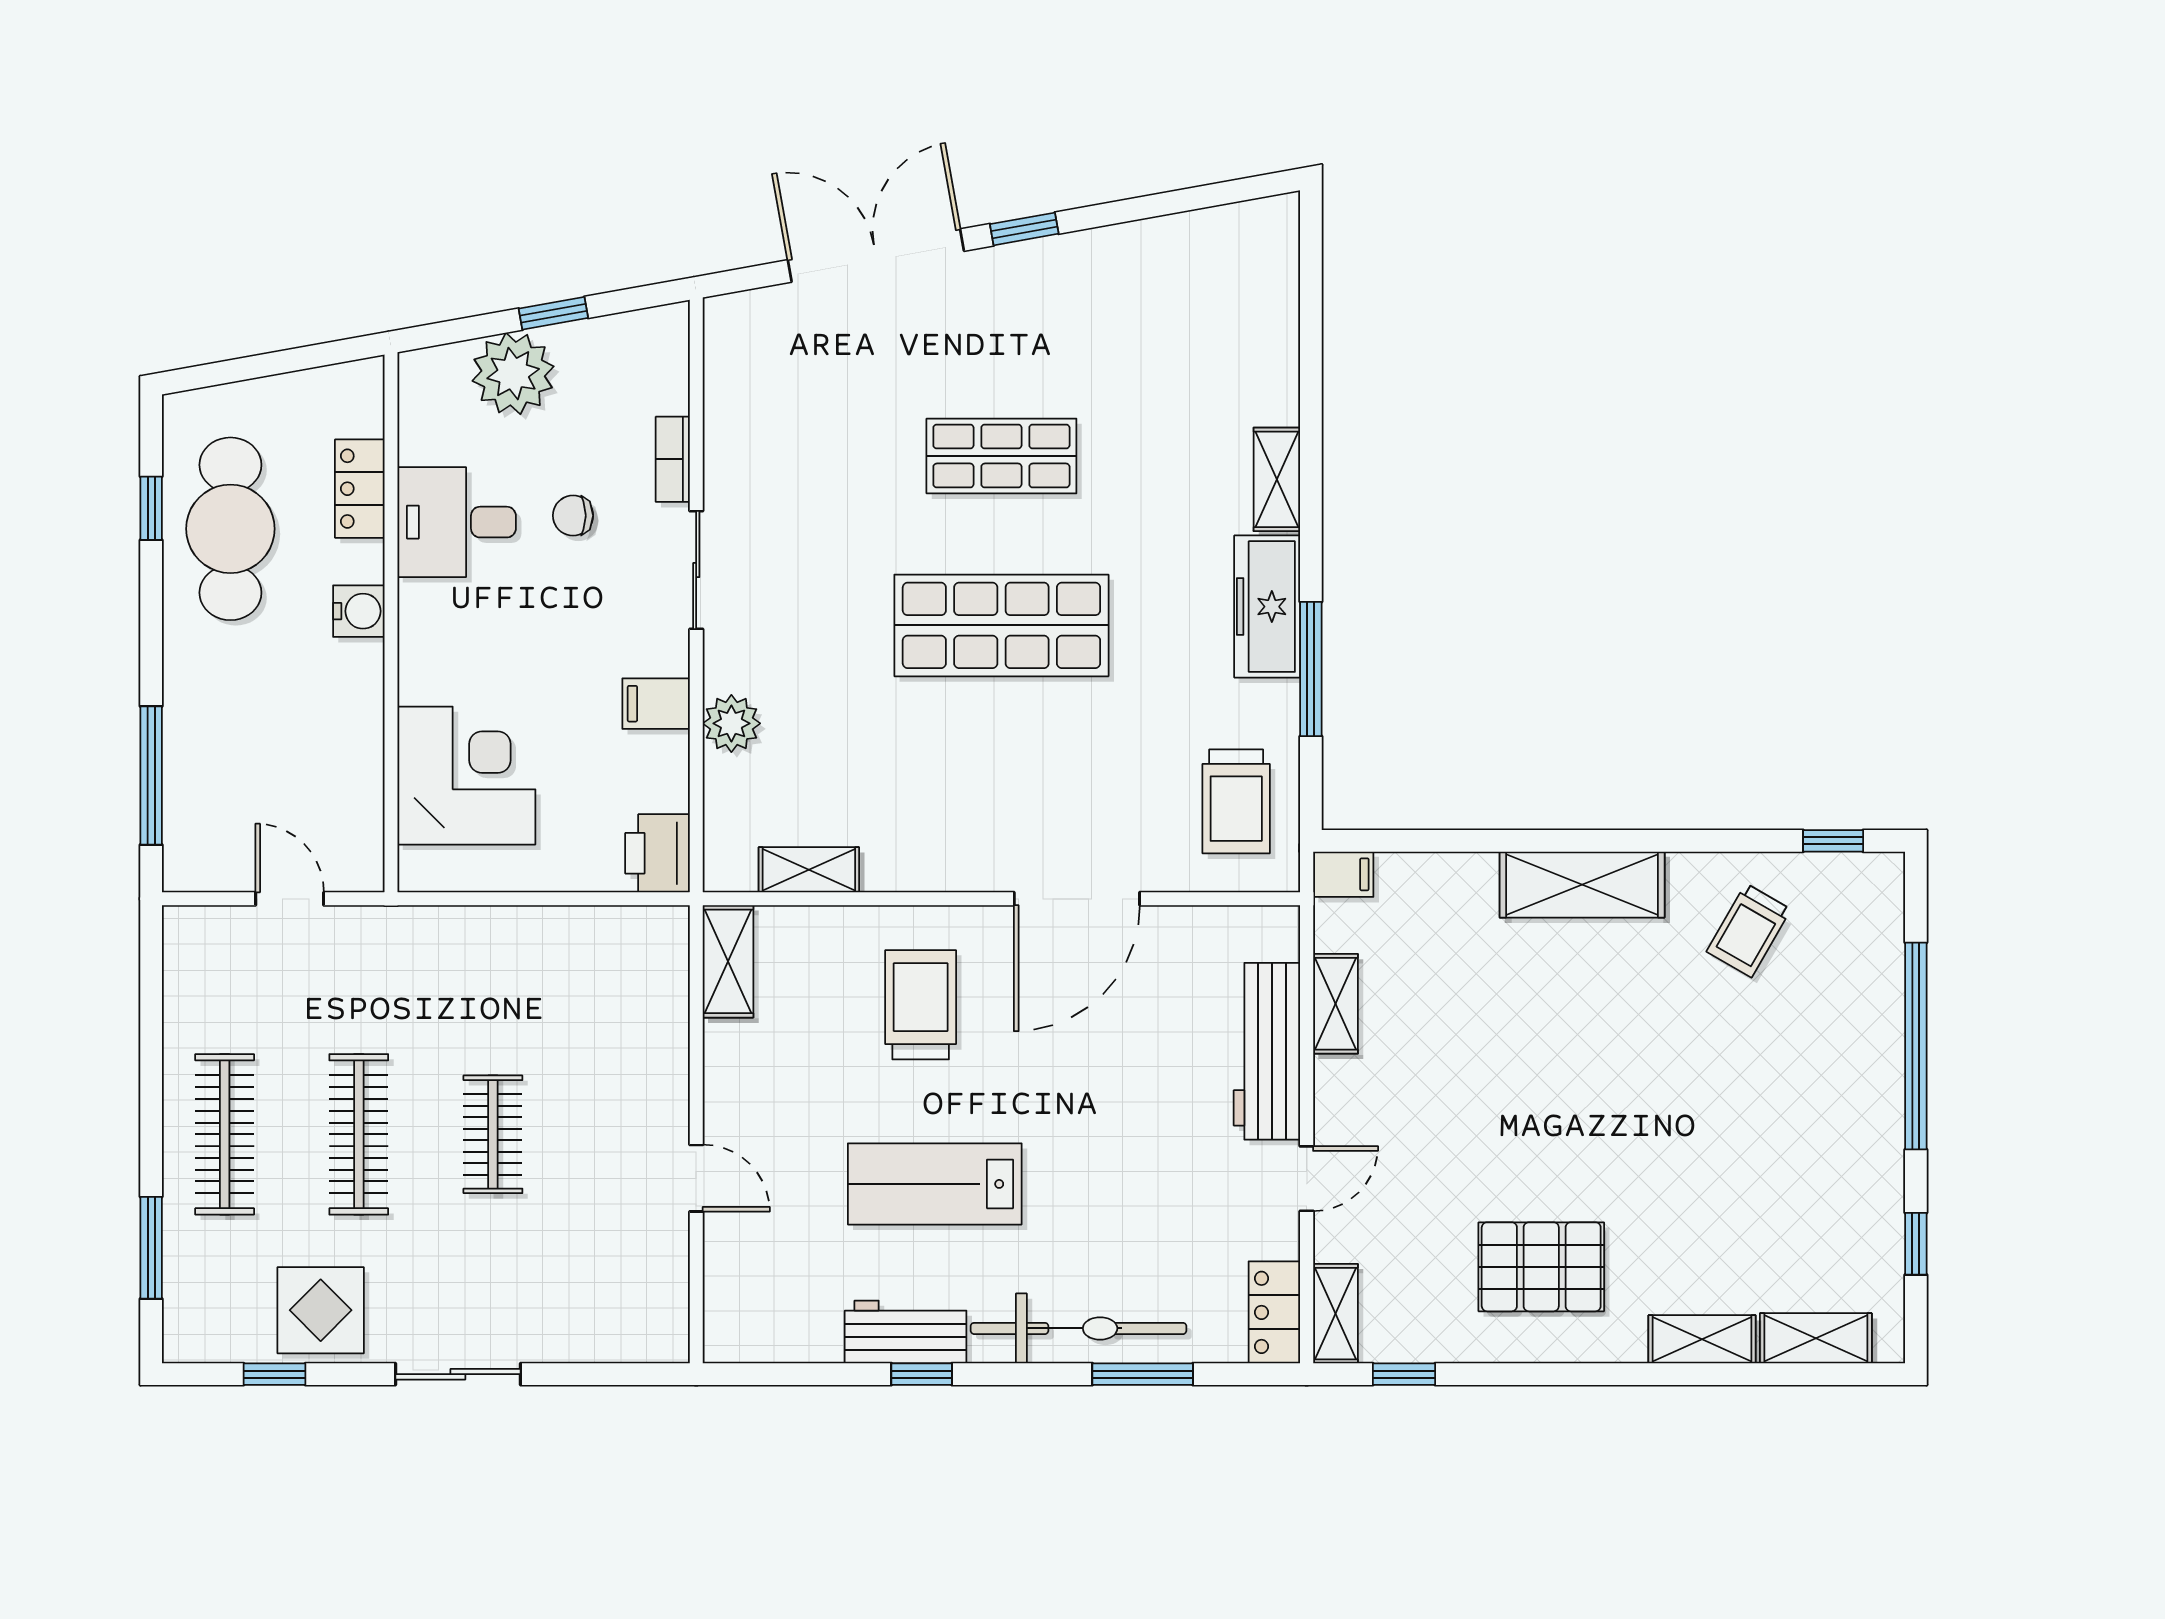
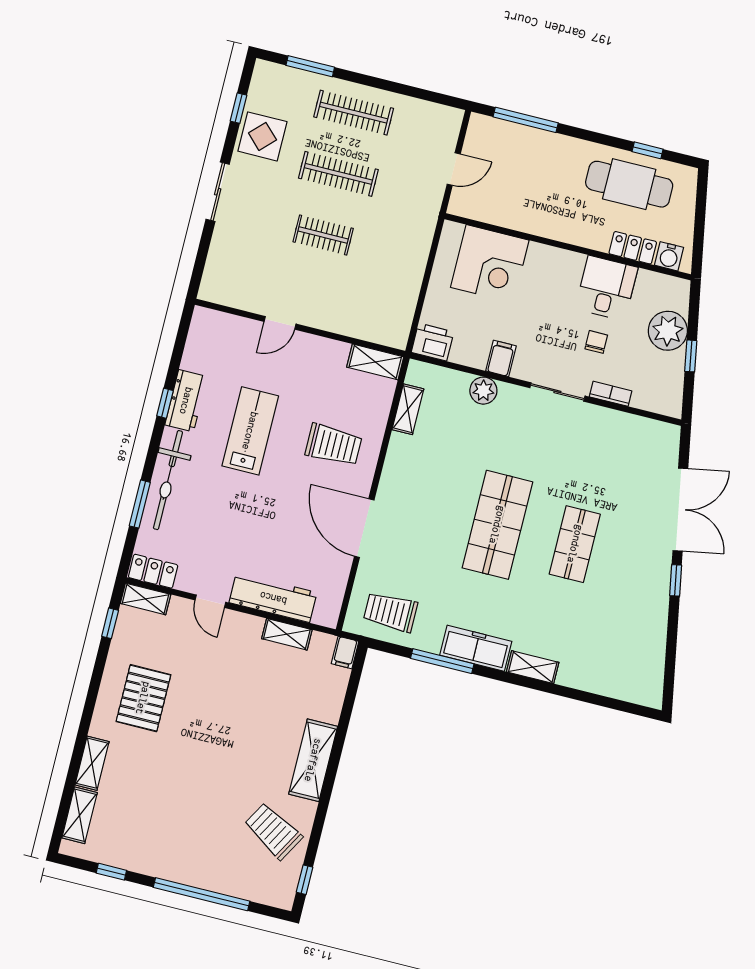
water cooler: (359, 611) -> (669, 256), moved
trolley: (1749, 930) -> (273, 831), width x1.36, depth x1.39

